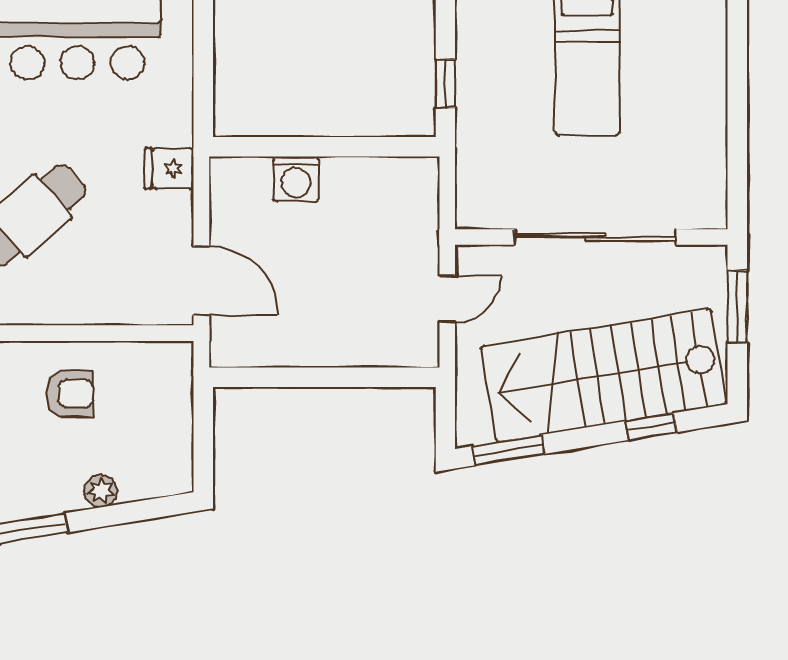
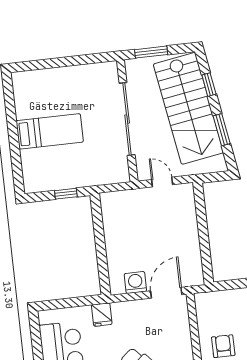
fridge: (169, 169) -> (102, 315), moved
washing machine: (296, 179) -> (135, 282), moved, turned -90
window: (508, 450) -> (222, 130), moved

